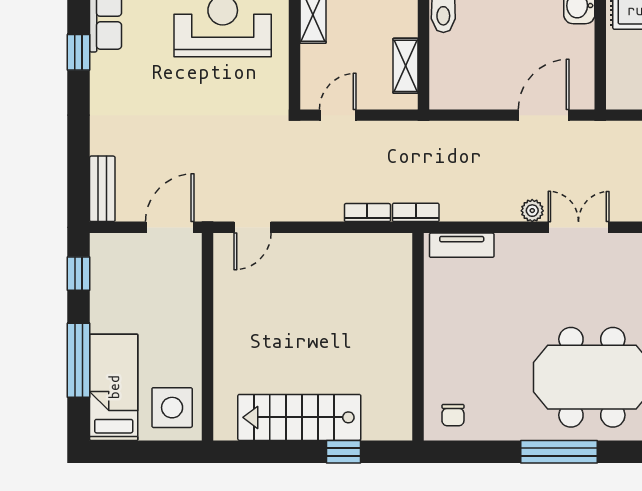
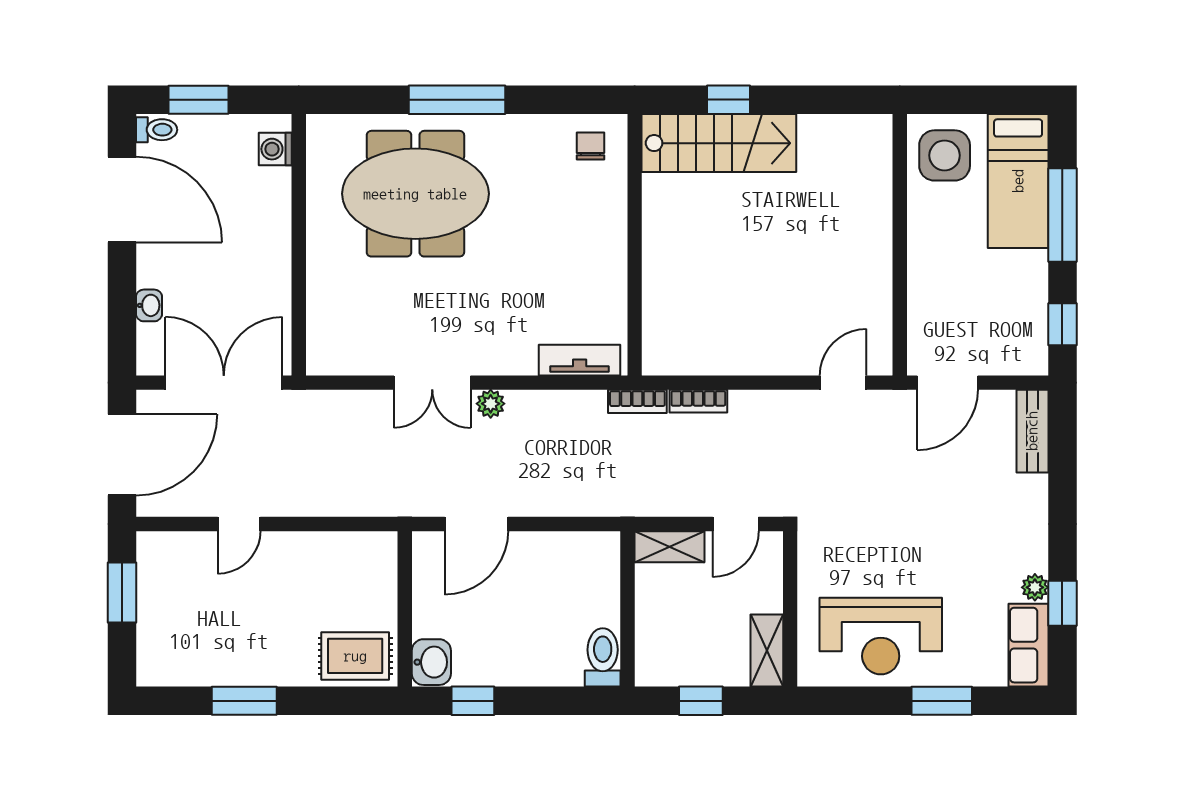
plant: (100, 65) -> (1035, 587), added
shelving: (406, 66) -> (669, 547), moved, turned 90
stairs: (299, 417) -> (719, 143), moved

